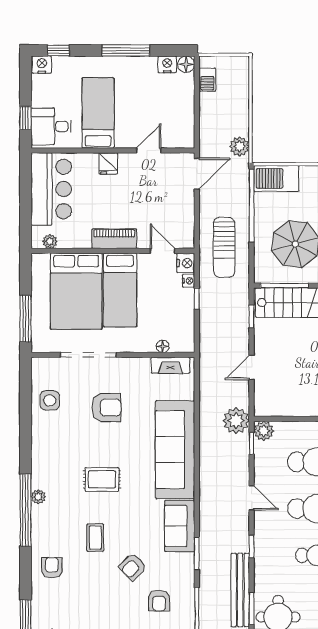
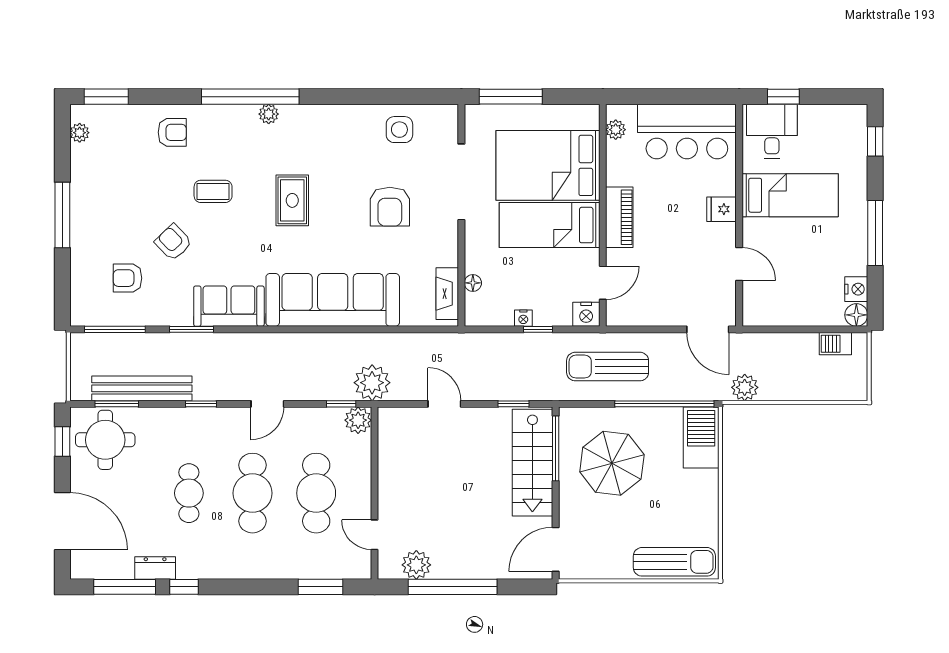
nightstand: (42, 65) -> (856, 119), removed
nightstand: (188, 281) -> (523, 318), moved

